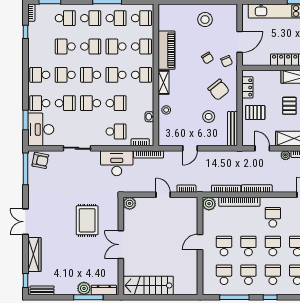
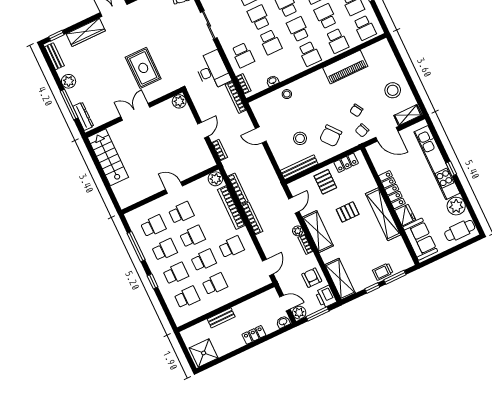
shelving: (164, 82) -> (408, 115), moved
rug: (87, 220) -> (143, 68), turned 90
plant: (84, 288) -> (69, 81), moved

